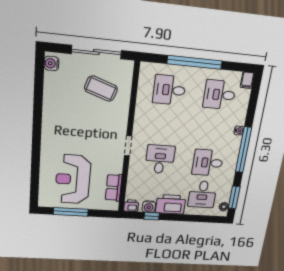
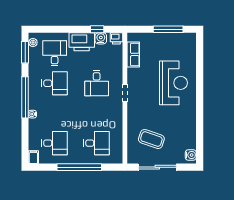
reception desk: (73, 179) -> (173, 83), moved

